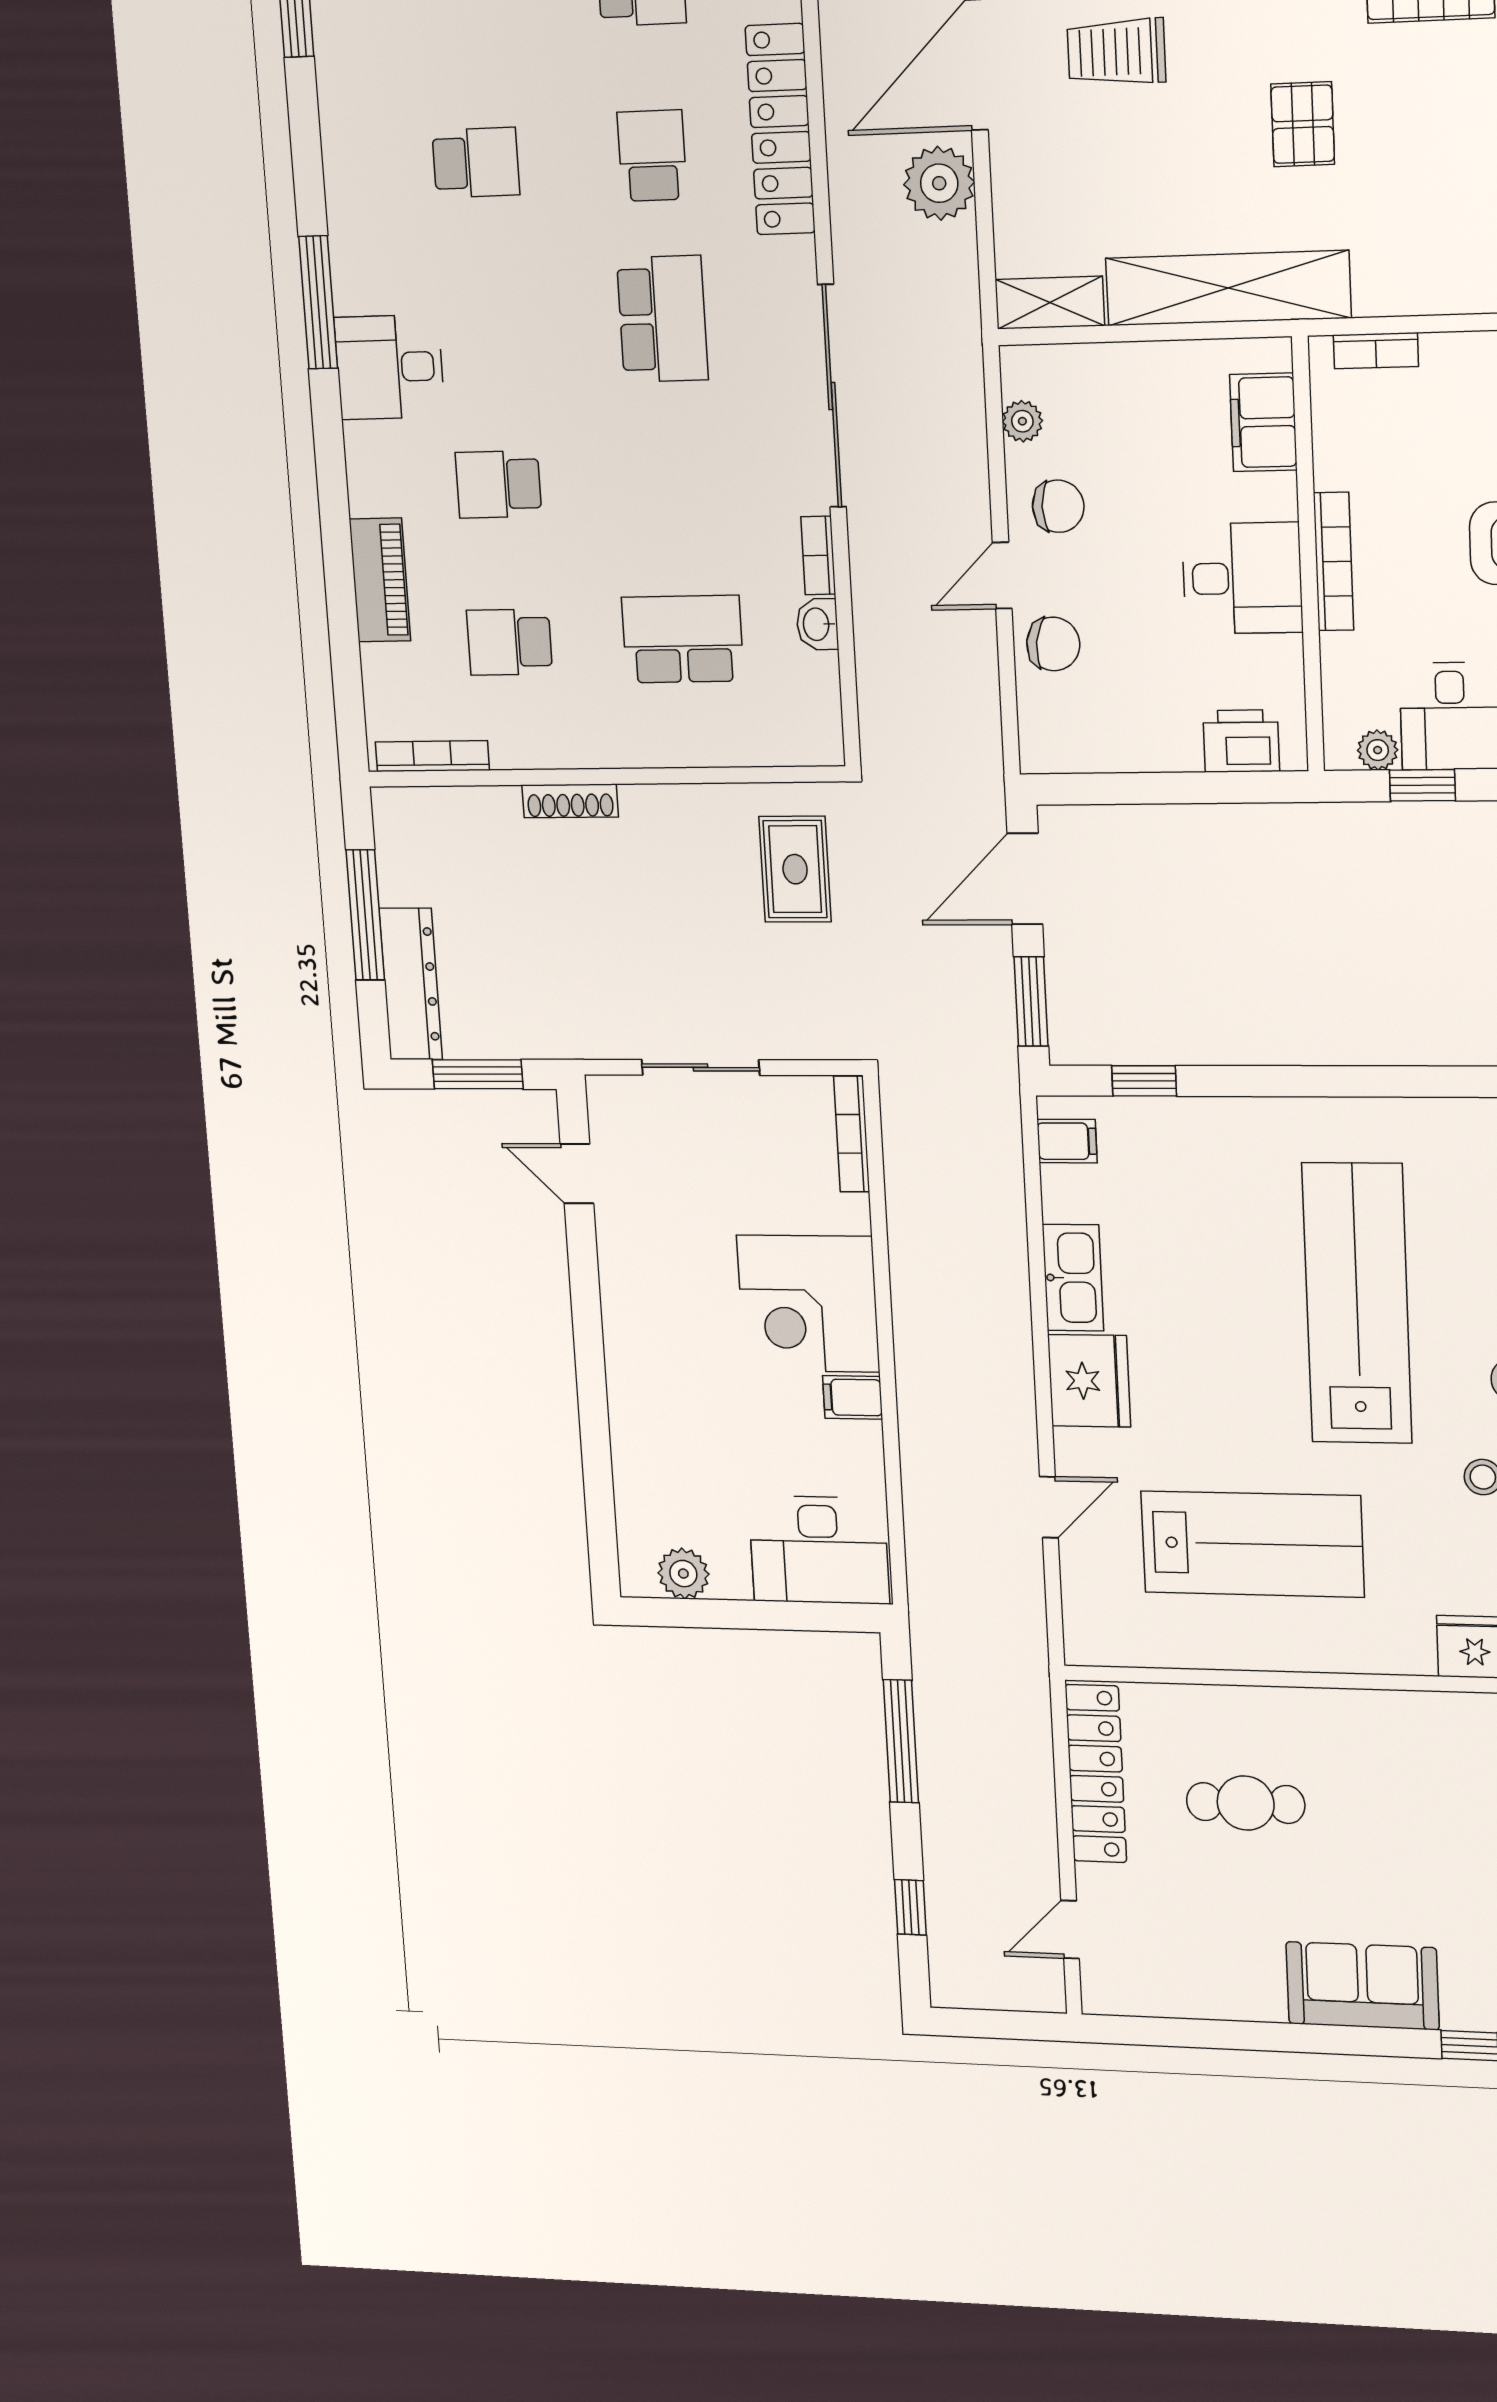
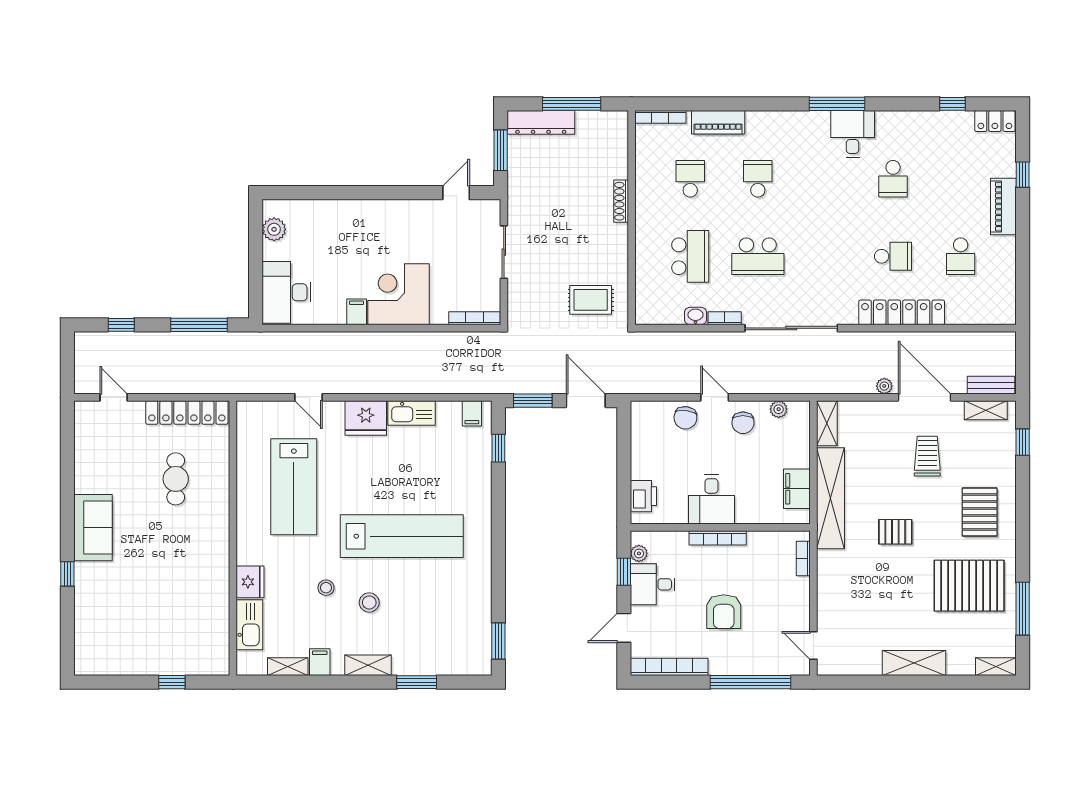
plant: (939, 183) -> (884, 386), width x0.53, depth x0.53
school desk: (662, 319) -> (758, 256), moved
desk: (390, 367) -> (853, 134), moved
filing cabinet: (1263, 422) -> (797, 489), moved, turned -90
bookcase: (432, 756) -> (660, 117), moved, turned 90

